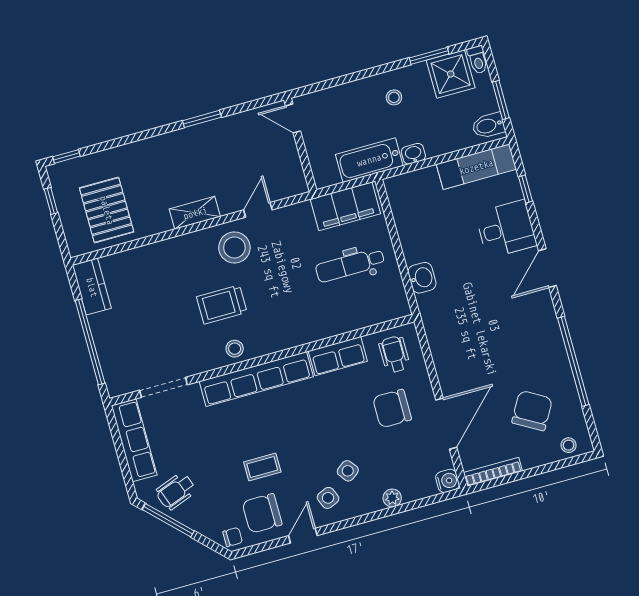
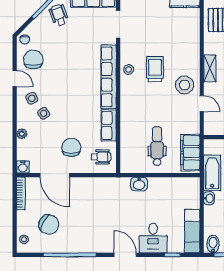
coffee table: (262, 467) -> (59, 67), removed

